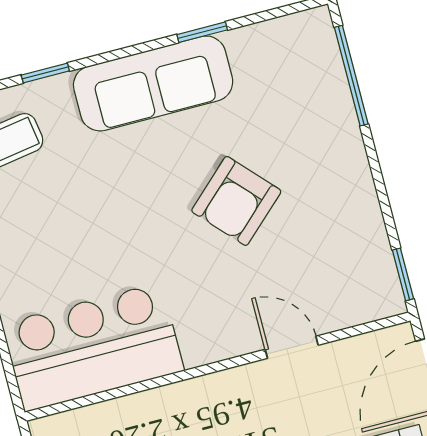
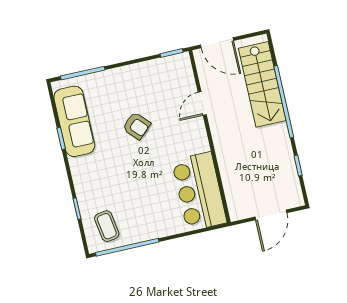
sofa: (153, 83) -> (74, 121), moved
armchair: (236, 201) -> (137, 126), width x0.72, depth x0.72

